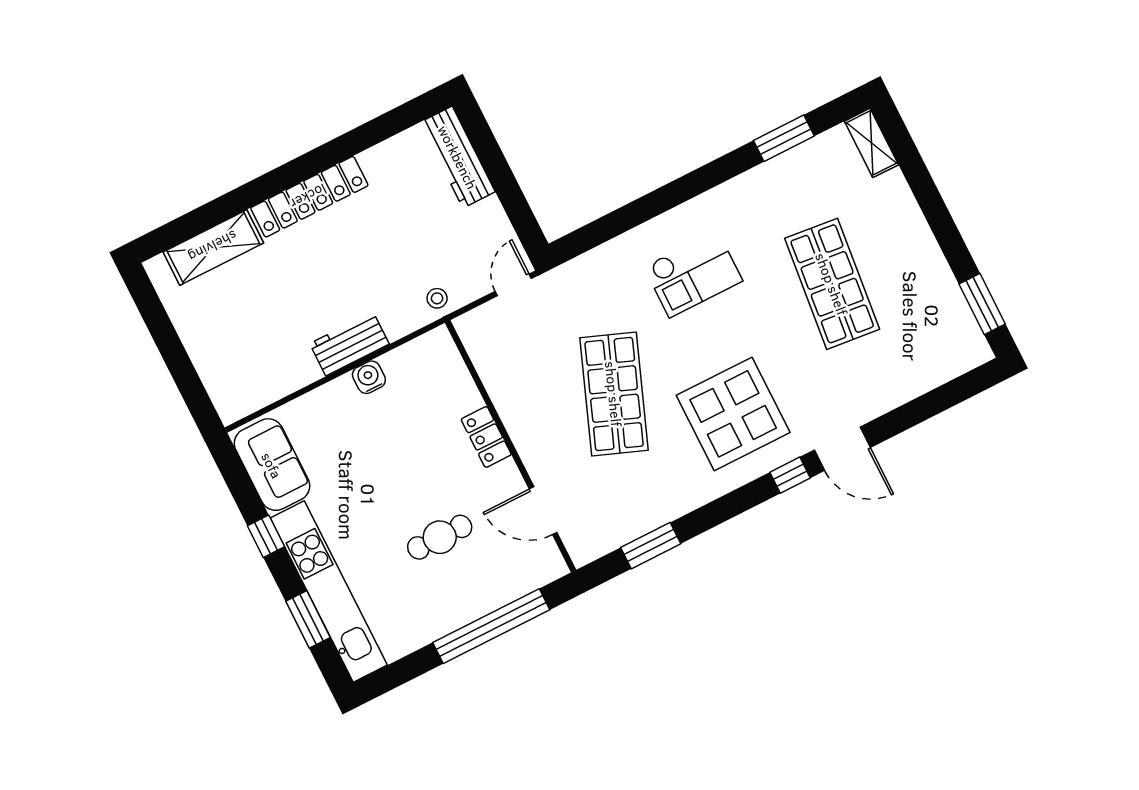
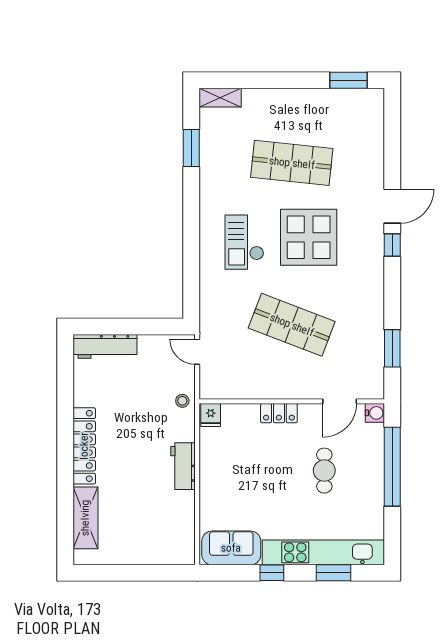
checkout: (693, 274) -> (244, 242), turned 180
fridge: (437, 346) -> (211, 415), added
water cooler: (369, 377) -> (375, 413), moved, turned 180
display table: (733, 414) -> (309, 237), moved

